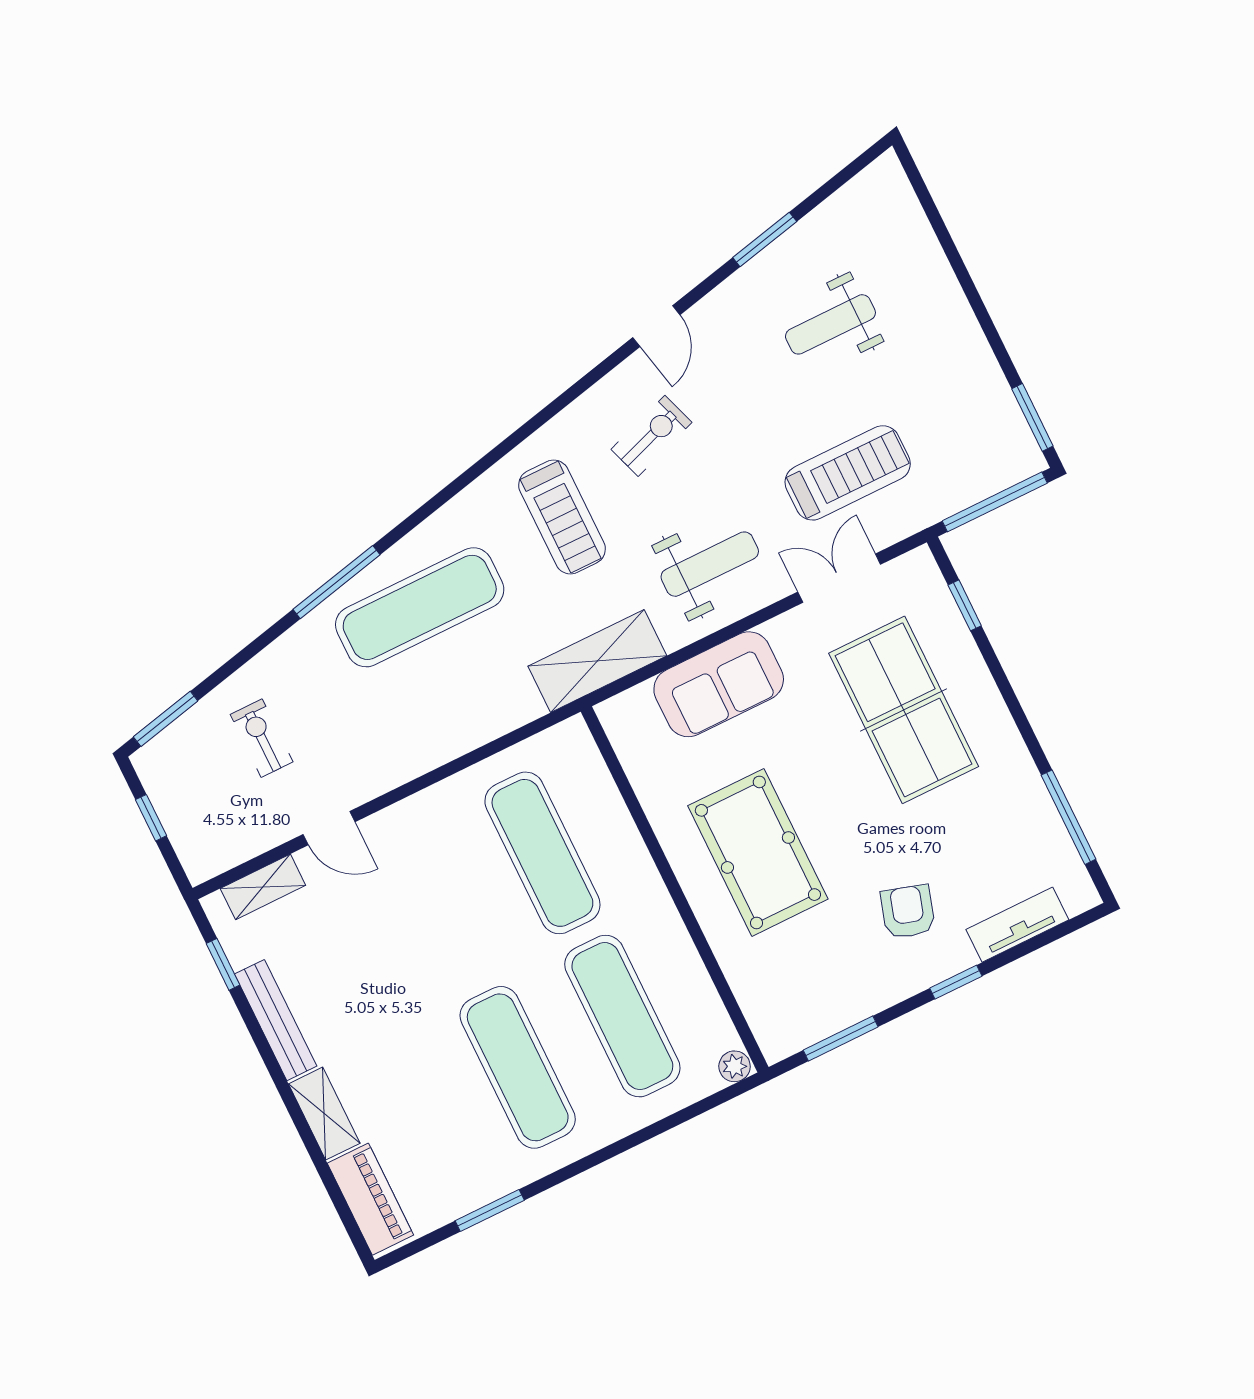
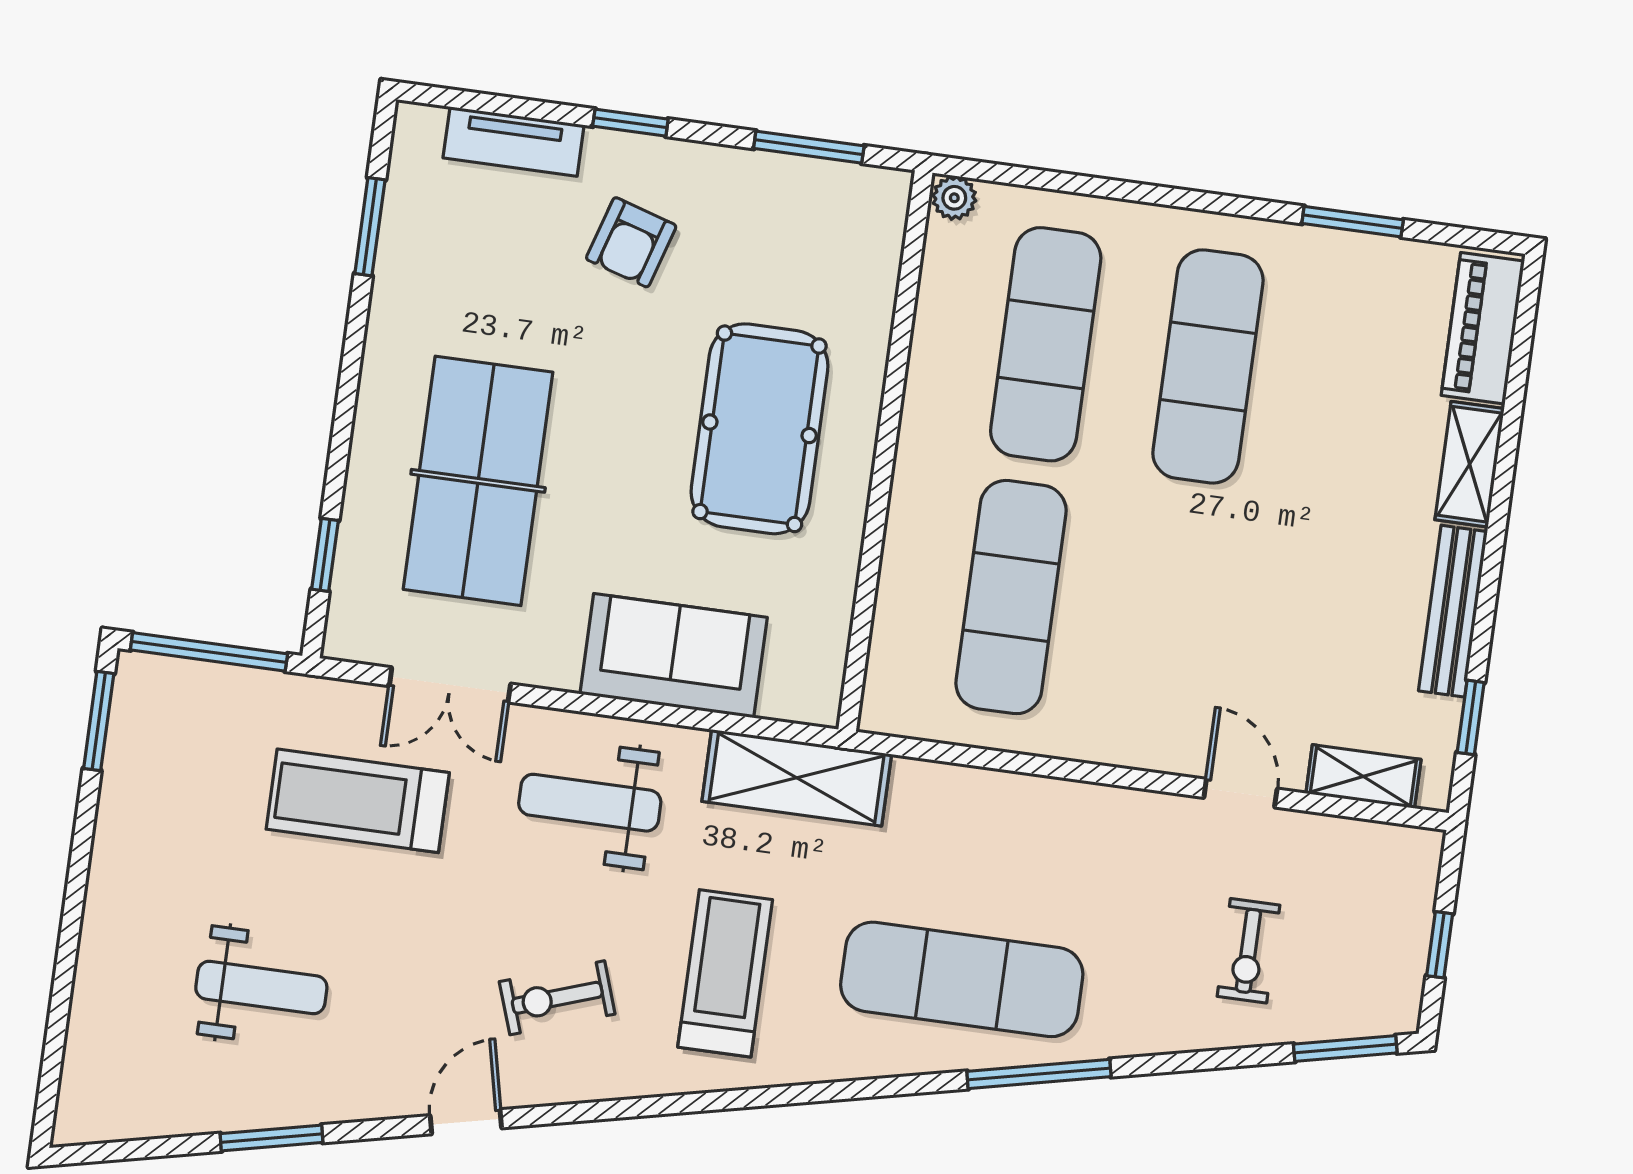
window: (1068, 817) -> (370, 227), width x0.69

